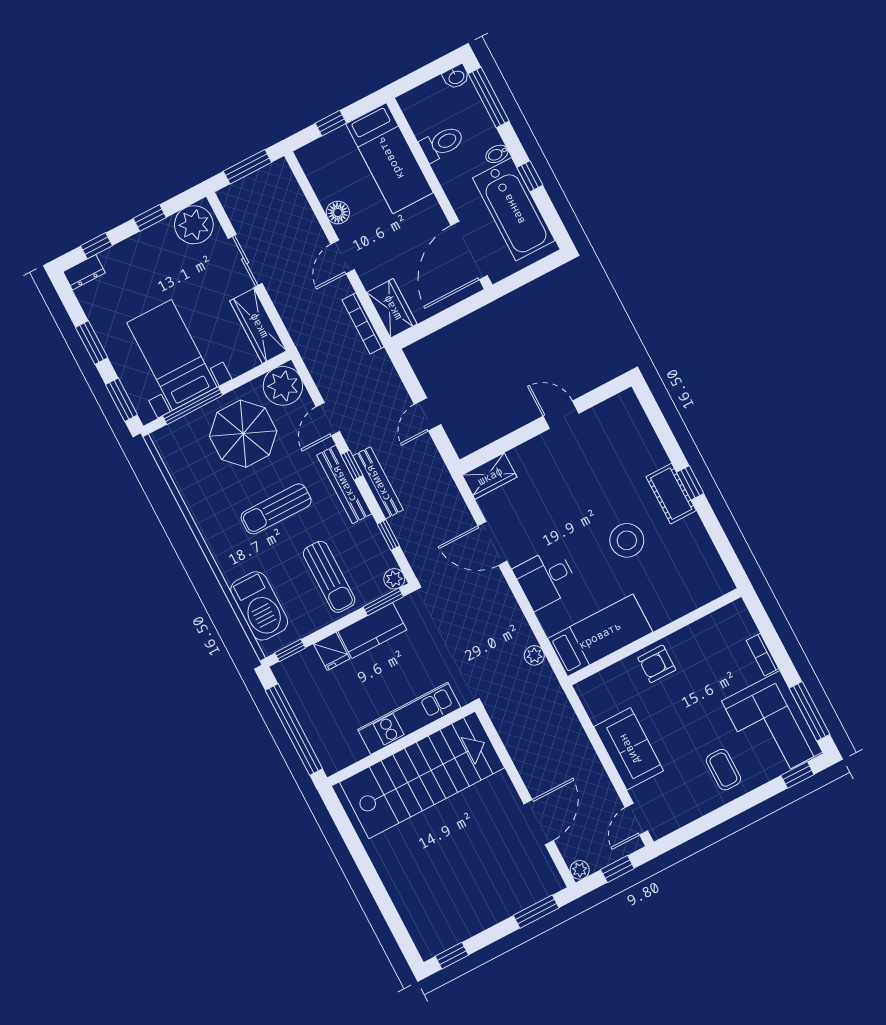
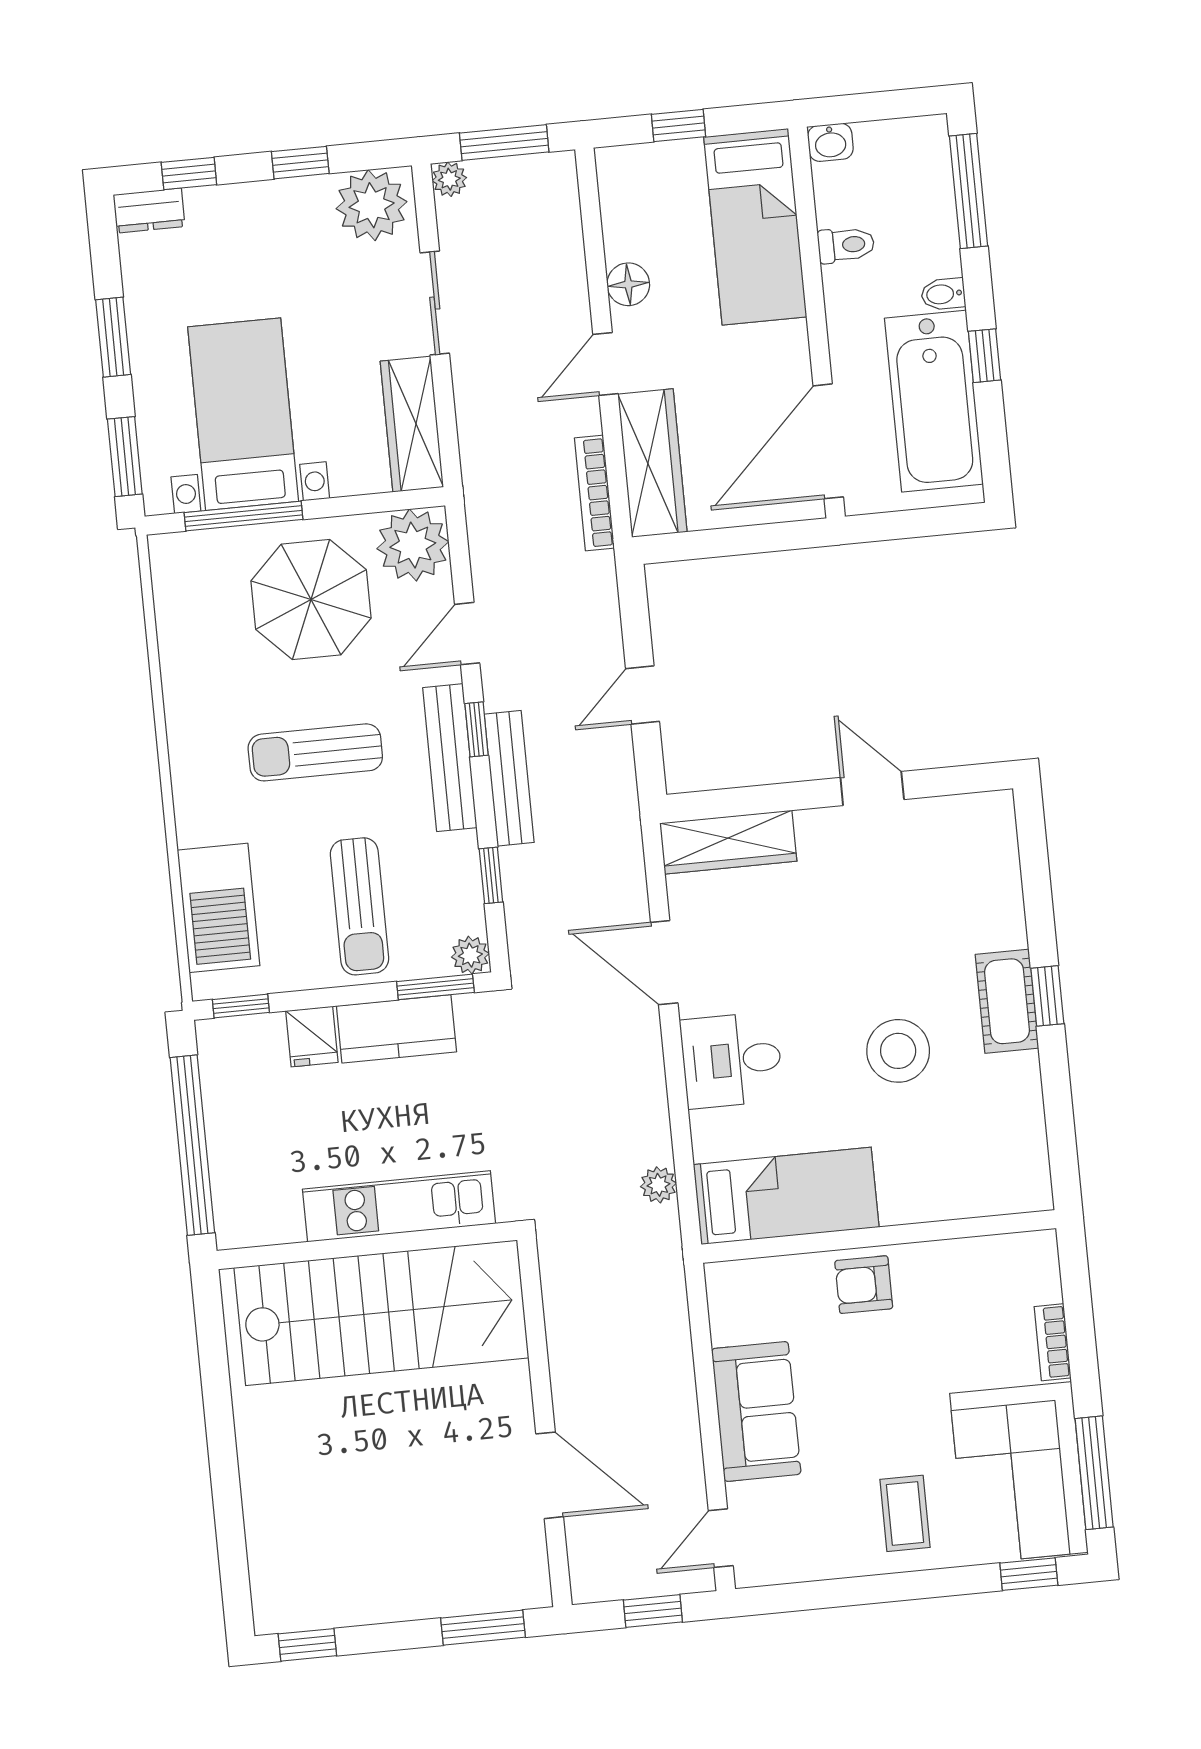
washbasin: (456, 77) -> (830, 142), moved
toilet: (442, 143) -> (846, 245), width x0.73, depth x0.72
wardrobe: (392, 308) -> (652, 463), width x1.50
wardrobe: (490, 476) -> (728, 842), width x1.50
door: (539, 822) -> (550, 1475), hinge flipped
plant: (580, 870) -> (449, 179), moved

